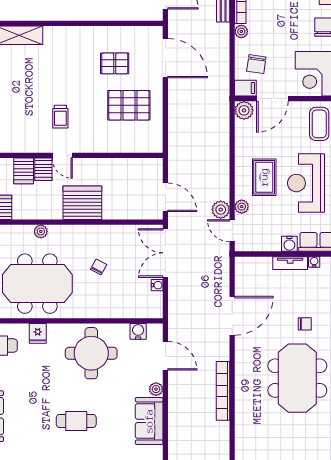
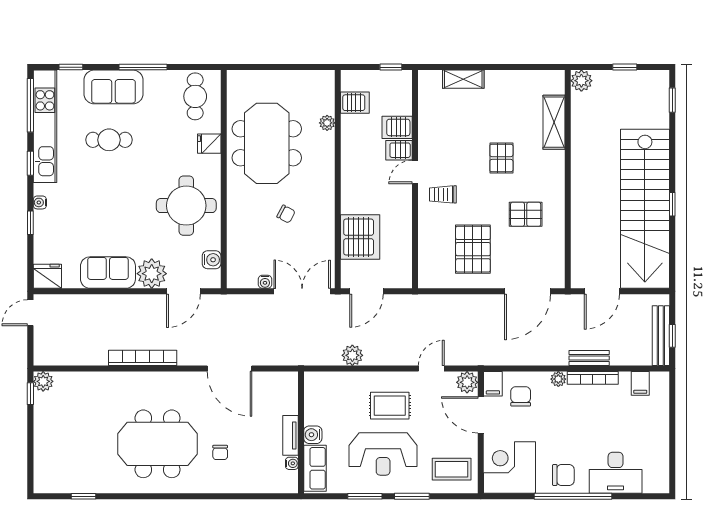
pallet: (115, 63) -> (526, 214), moved, turned 90
chair: (256, 64) -> (521, 396), turned 82
pallet: (50, 81) -> (501, 158), added
trolley: (60, 117) -> (443, 194), moved
reception desk: (306, 183) -> (383, 454), turned 180
server rack: (82, 203) -> (360, 237), moved
plant: (242, 207) -> (356, 380), removed
plant: (41, 231) -> (327, 123), moved
door: (232, 231) -> (431, 369), moved
plant: (156, 389) -> (152, 274), width x1.88, depth x1.88
cafe table: (76, 421) -> (109, 140), moved, turned 90

